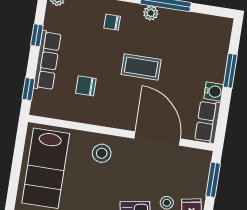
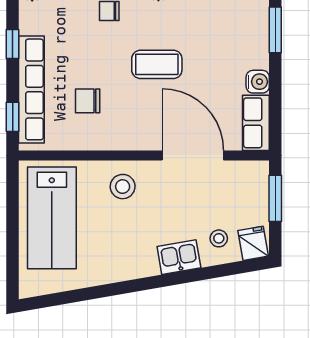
row of seats: (47, 60) -> (31, 89), width x1.36
window: (230, 71) -> (275, 30), moved

